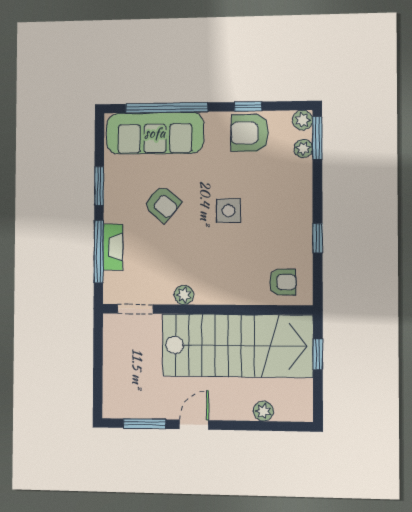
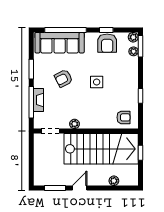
armchair: (250, 133) -> (107, 43), turned -90
armchair: (162, 204) -> (64, 78), turned 113

